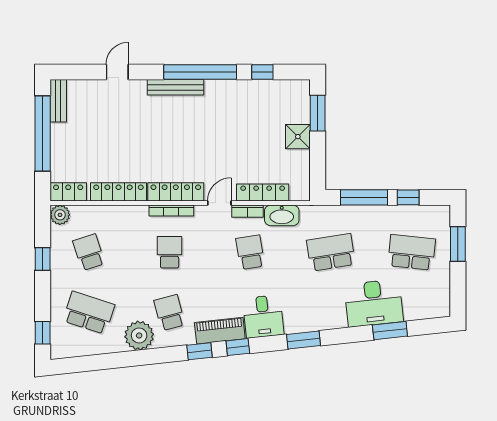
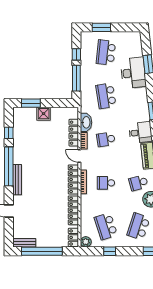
school desk: (89, 252) -> (106, 226), width x1.85

